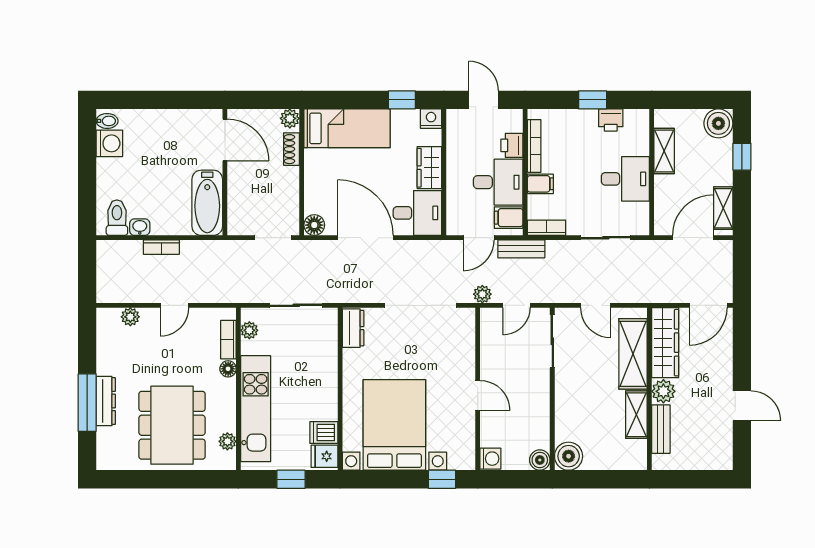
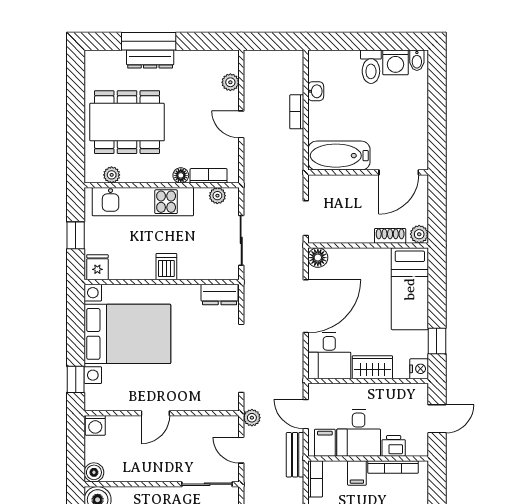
toilet: (117, 218) -> (371, 67), moved, turned 90
dishwasher: (324, 433) -> (166, 267), moved

